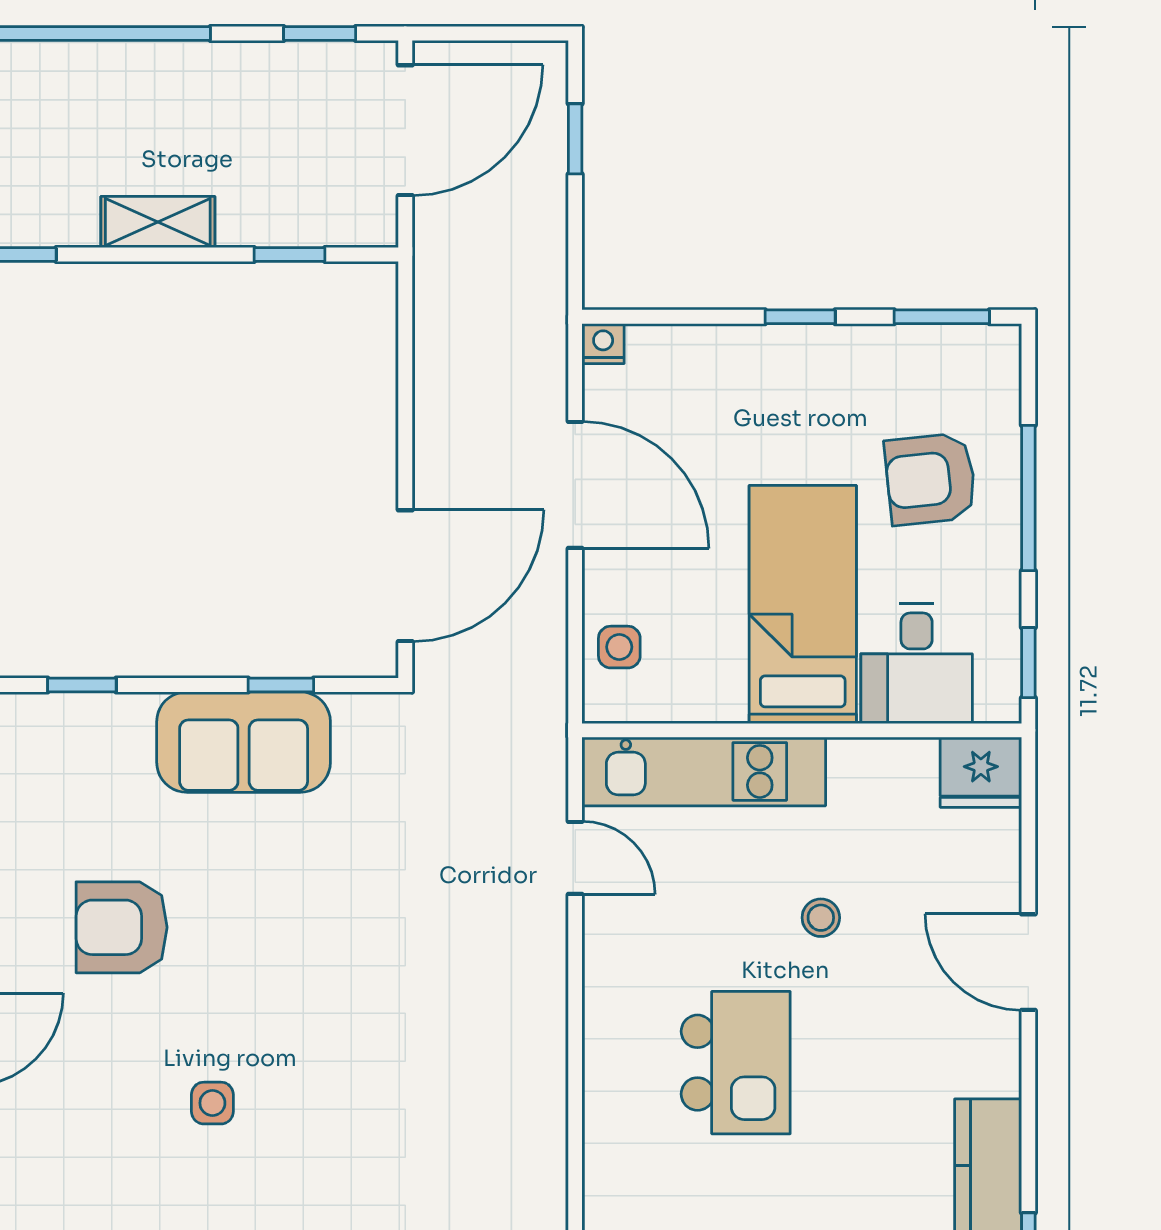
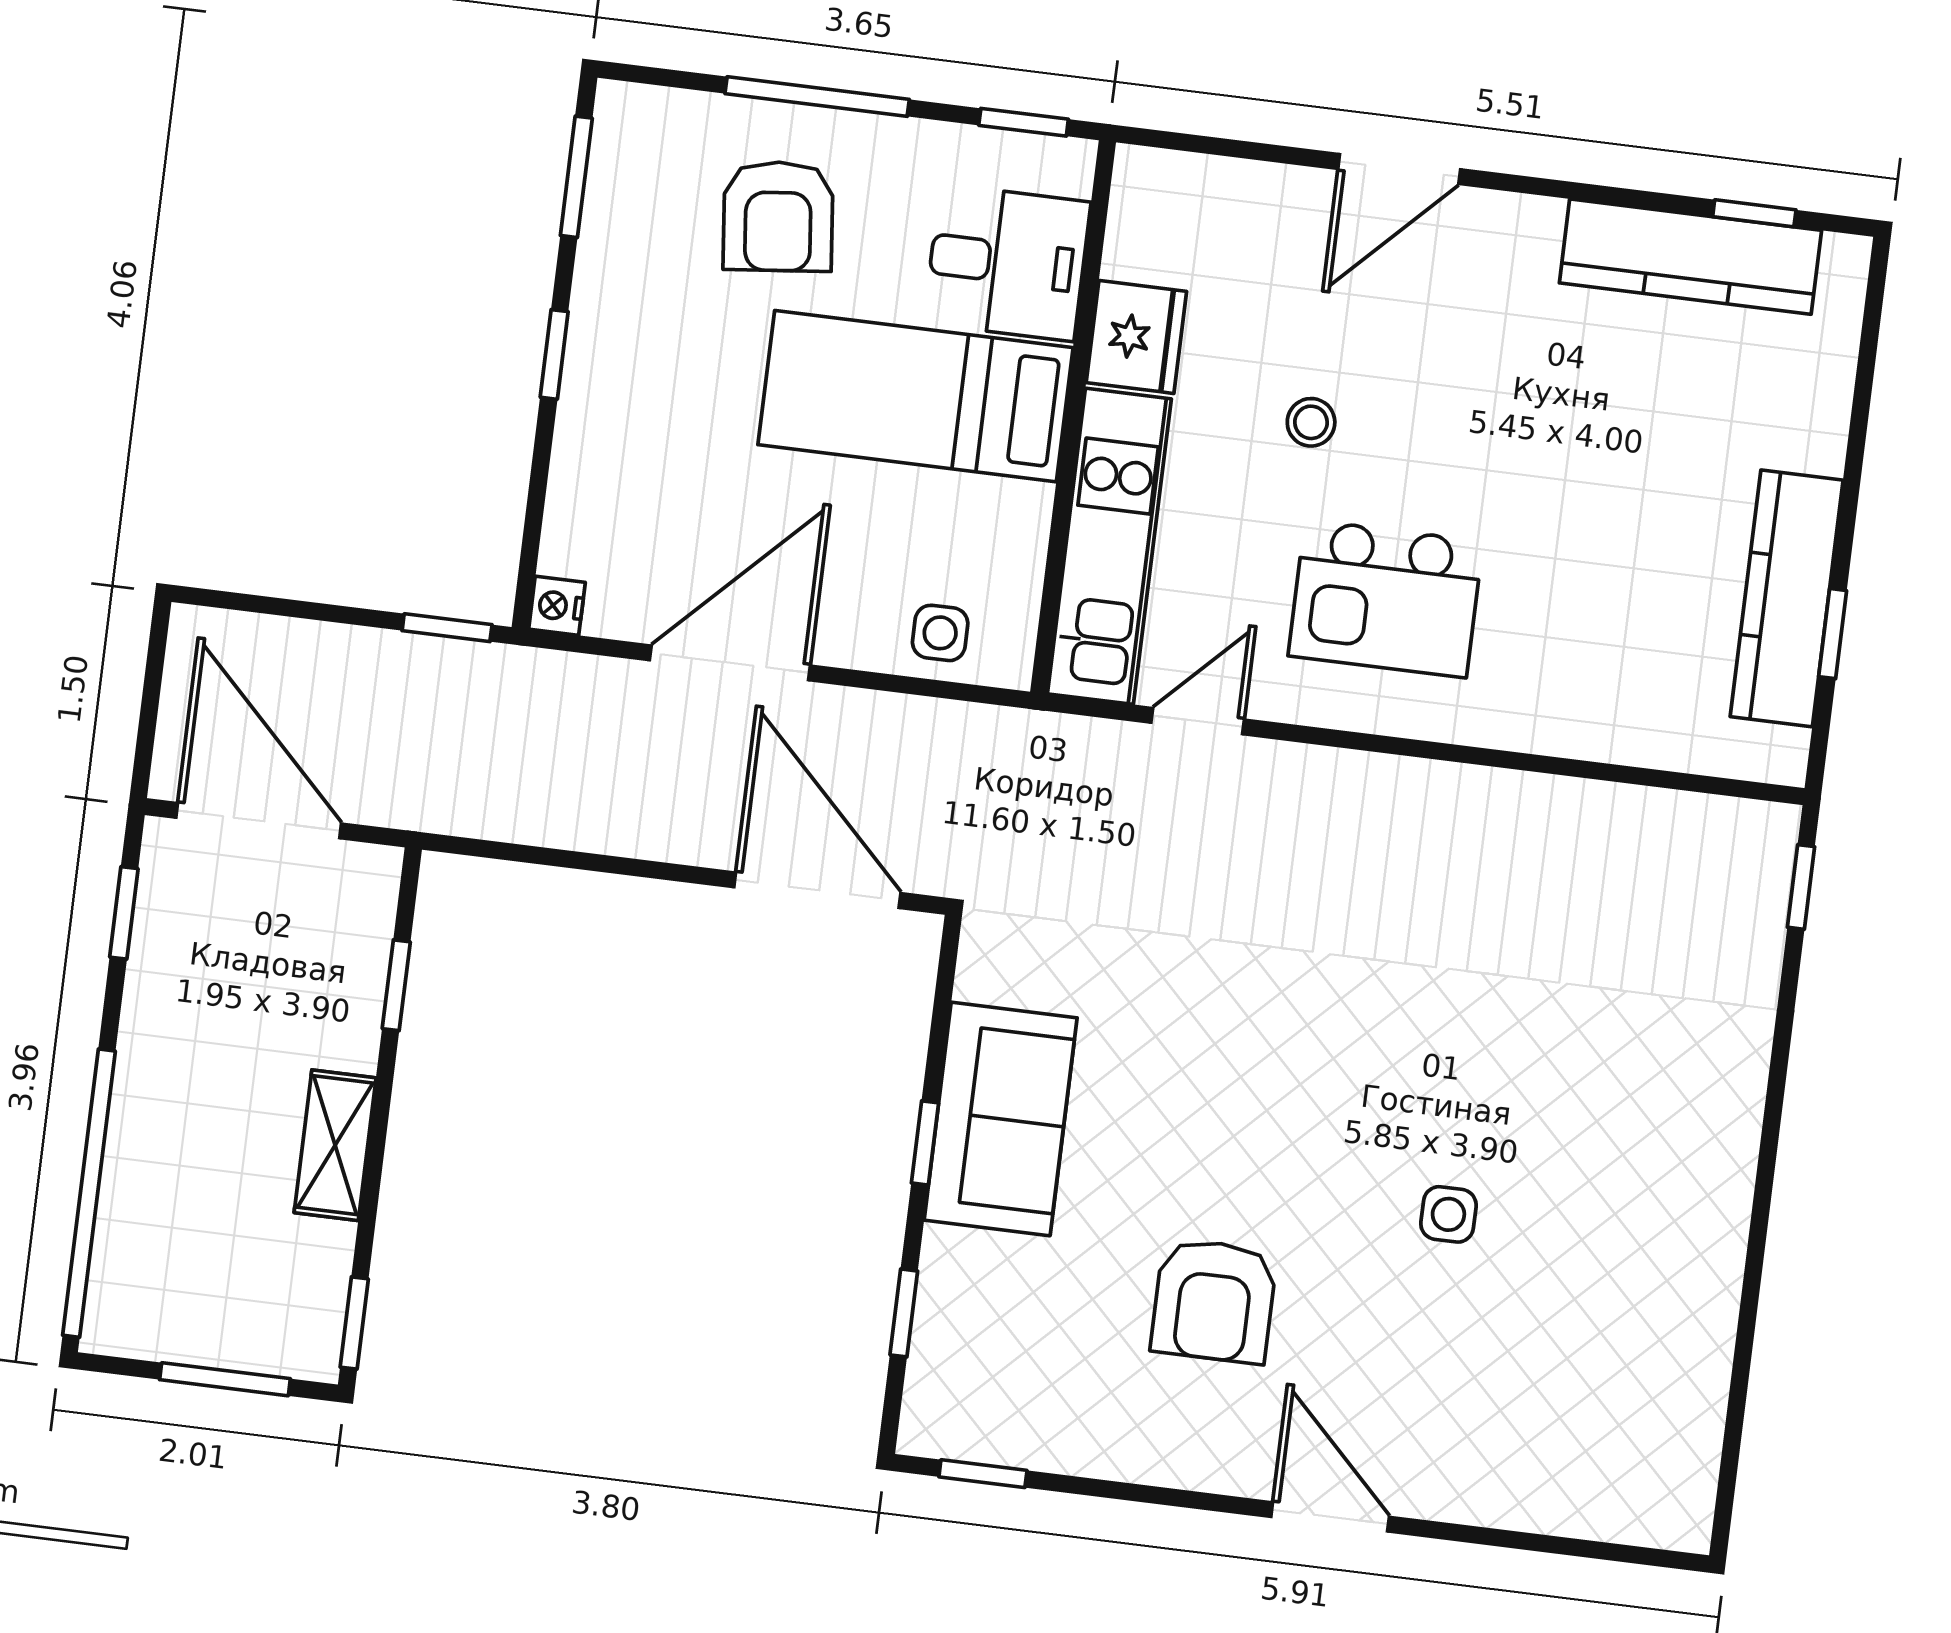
window: (575, 139) -> (447, 628), moved
window: (281, 685) -> (925, 1143), moved
fridge: (981, 772) -> (1136, 337), moved
kitchen island: (736, 1063) -> (1386, 599), moved, turned 180

